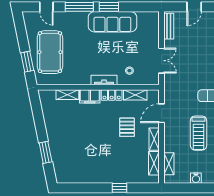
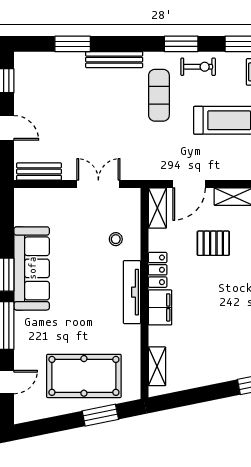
tv unit: (104, 80) -> (132, 292), width x1.41
shelving: (67, 95) -> (157, 366), moved
shelving: (135, 95) -> (157, 208), moved
door: (162, 113) -> (189, 184), hinge flipped

